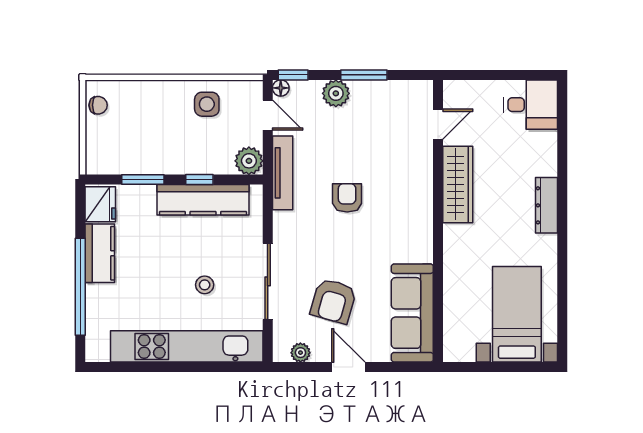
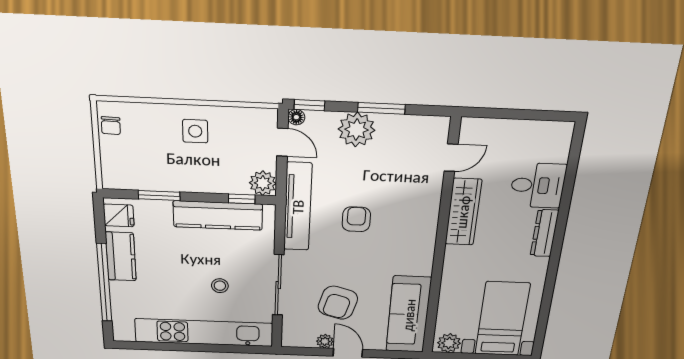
plant: (336, 93) -> (357, 130), width x1.36, depth x1.36
side table: (207, 104) -> (195, 131), moved
chair: (98, 105) -> (111, 126), turned 92
desk: (531, 105) -> (538, 185), moved
tv unit: (283, 173) -> (298, 207), width x1.36, depth x1.29
window: (199, 180) -> (242, 199), moved
fridge: (100, 204) -> (119, 215), width x0.72
plant: (461, 349) -> (449, 343), added
plant: (300, 353) -> (325, 341), moved

